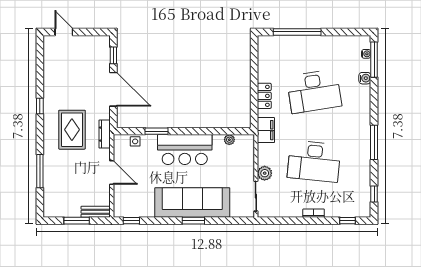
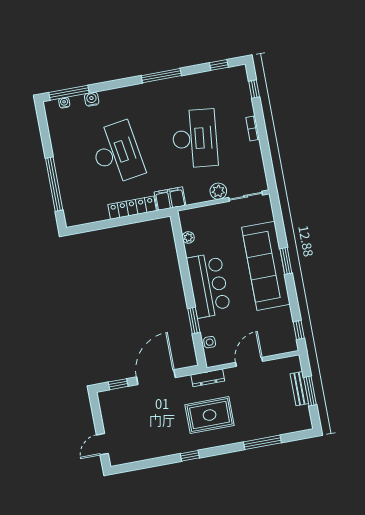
locker: (264, 96) -> (132, 208), width x1.53
bench: (96, 212) -> (299, 389), moved

